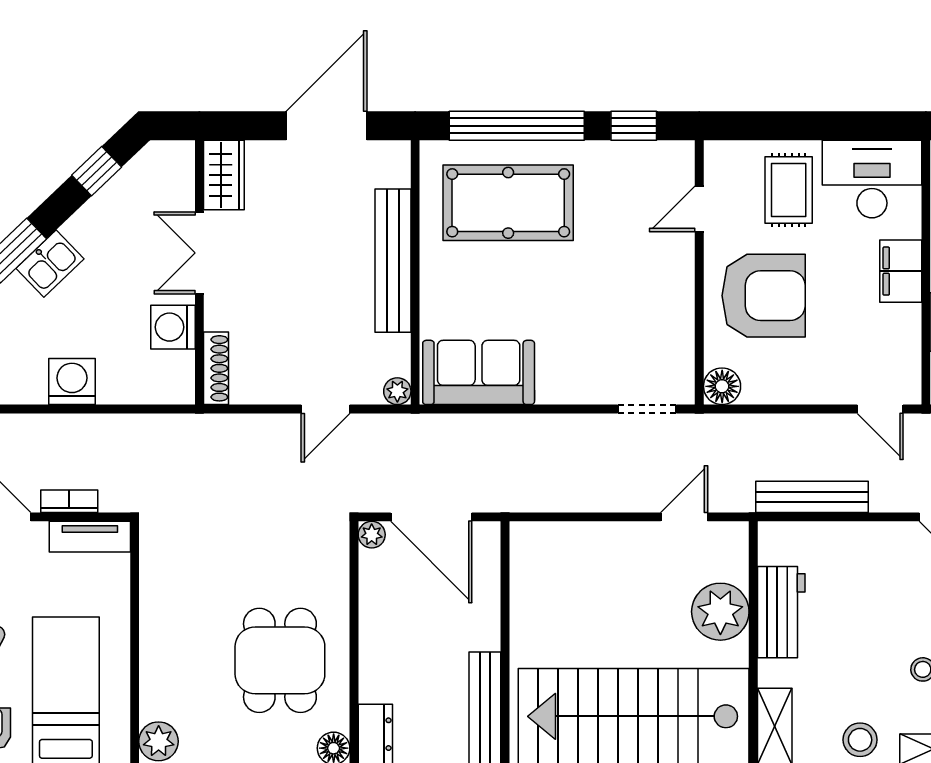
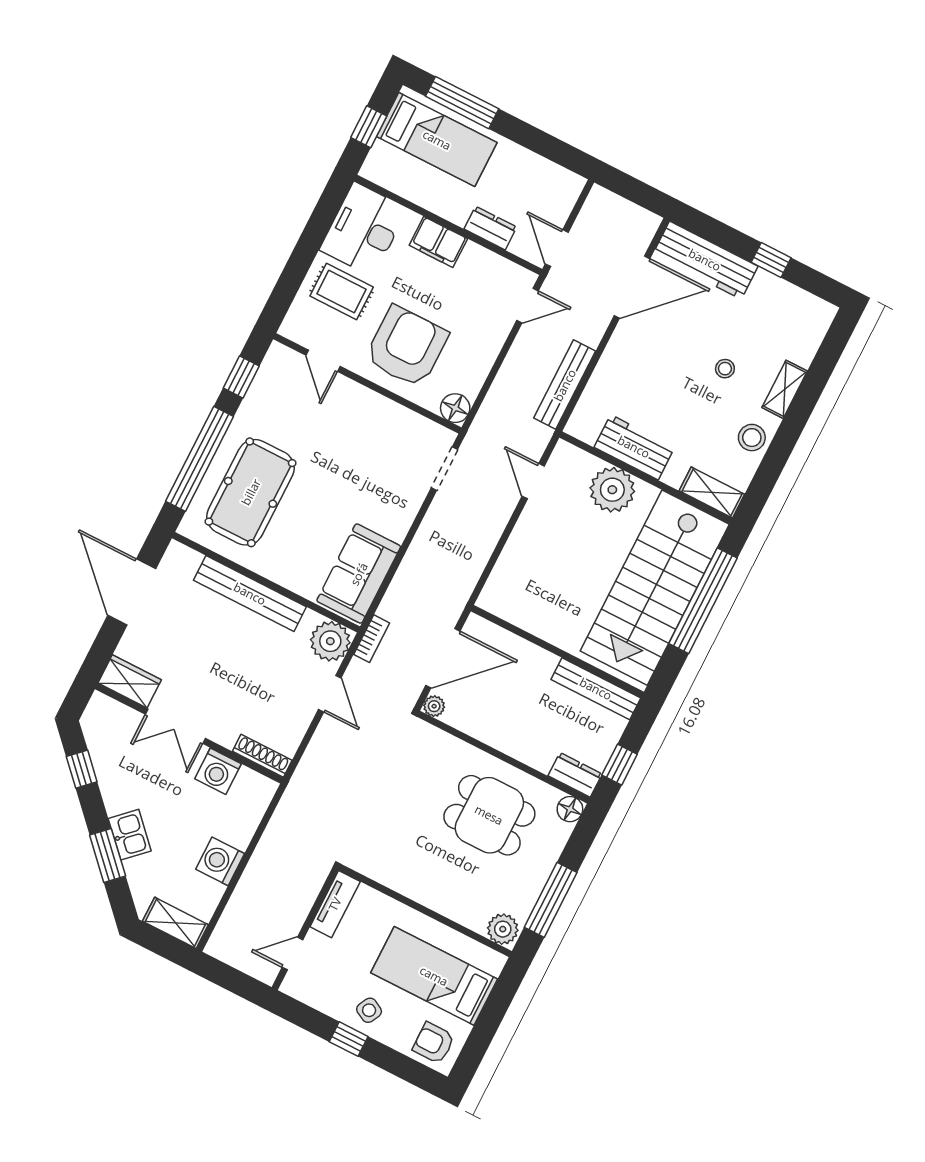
plant: (397, 391) -> (330, 641), width x1.88, depth x1.88
bookcase: (69, 501) -> (372, 639), moved, turned 180

